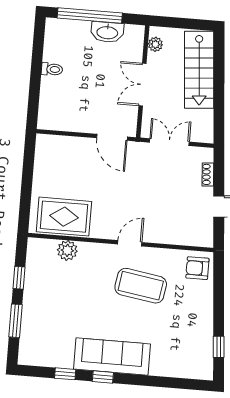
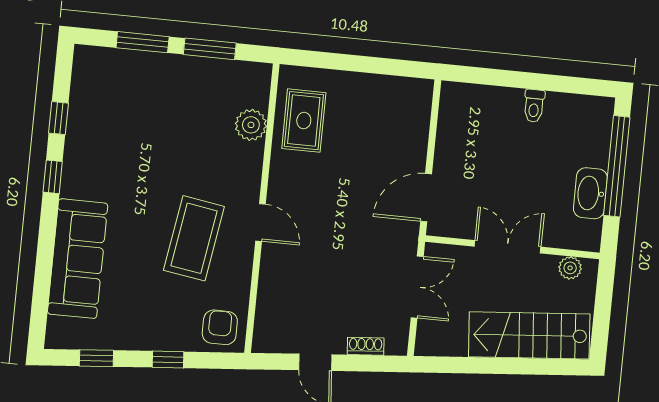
rug: (64, 217) -> (304, 121), width x0.73, depth x0.70
window: (19, 278) -> (210, 49), width x1.50
window: (219, 301) -> (168, 360), added
sofa: (112, 357) -> (78, 259), moved

